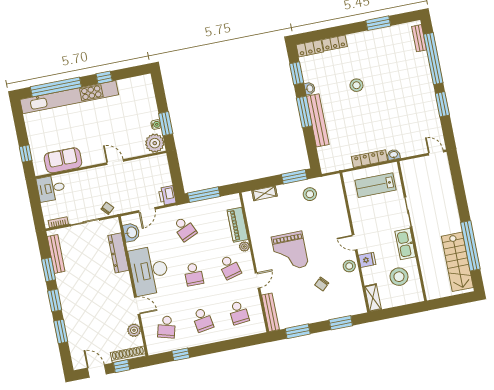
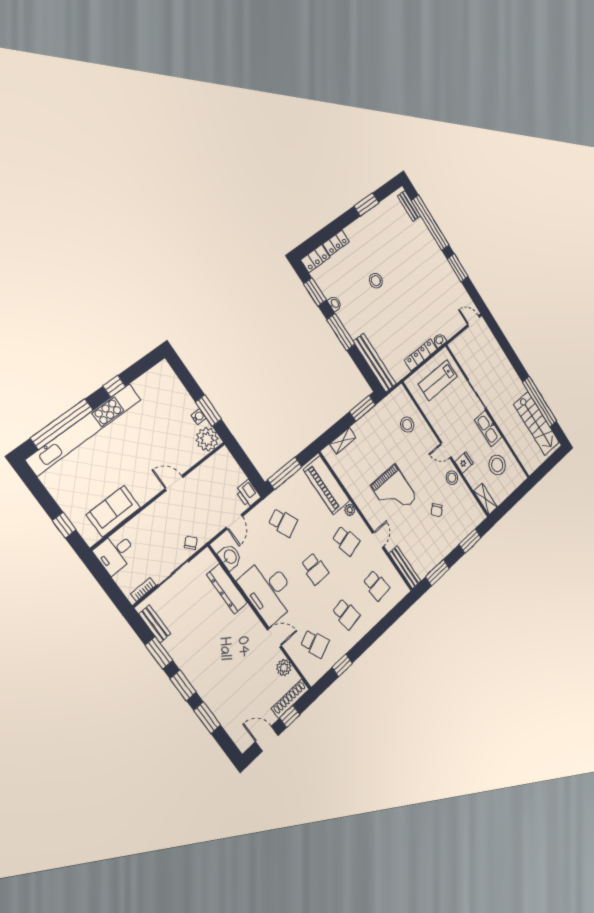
bench: (318, 120) -> (375, 363), moved
stool: (310, 194) -> (407, 425), moved
piano: (238, 225) -> (327, 485), width x1.37, depth x1.33
bench: (56, 254) -> (155, 624), width x0.73
school desk: (167, 327) -> (315, 644), turned -39

